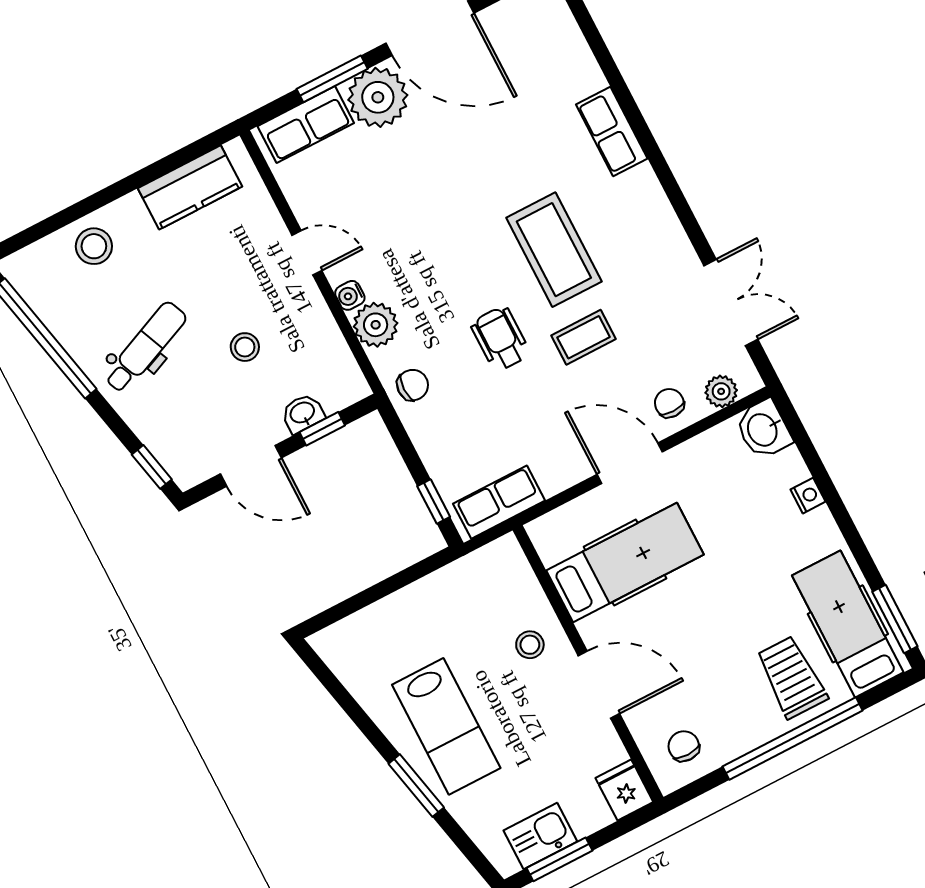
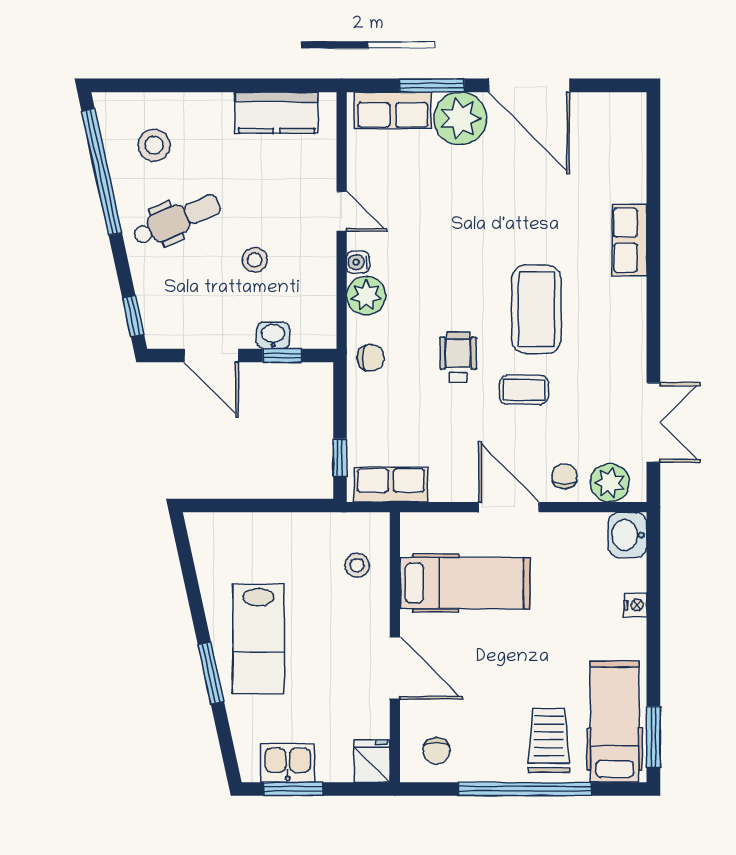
stool: (94, 246) -> (154, 145), moved
plant: (721, 391) -> (610, 483), width x1.38, depth x1.38
stool: (530, 645) -> (357, 565), moved
chair: (684, 746) -> (436, 751), turned 180

